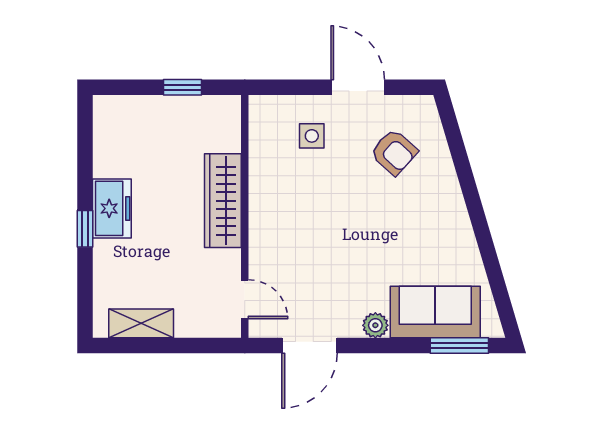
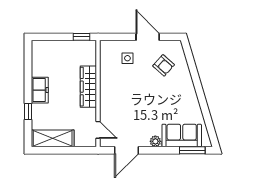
window: (182, 87) -> (82, 37), moved
window: (85, 229) -> (28, 111), moved
shelving: (141, 323) -> (53, 138), width x1.50, depth x1.33

